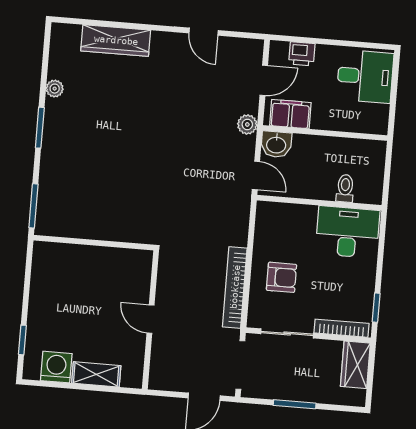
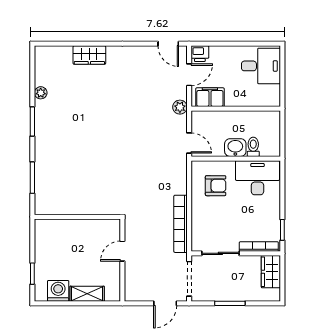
door: (204, 32) -> (168, 44), moved
wardrobe: (116, 40) -> (89, 55), width x0.67
printer: (302, 54) -> (200, 54), moved
washbasin: (276, 144) -> (235, 148), moved, turned 180
wall: (94, 243) -> (77, 217), moved
armchair: (282, 277) -> (216, 186), moved
door: (150, 319) -> (122, 251), hinge flipped

